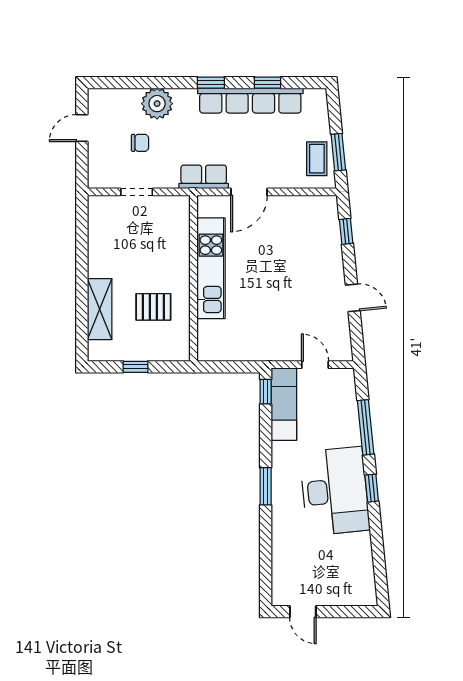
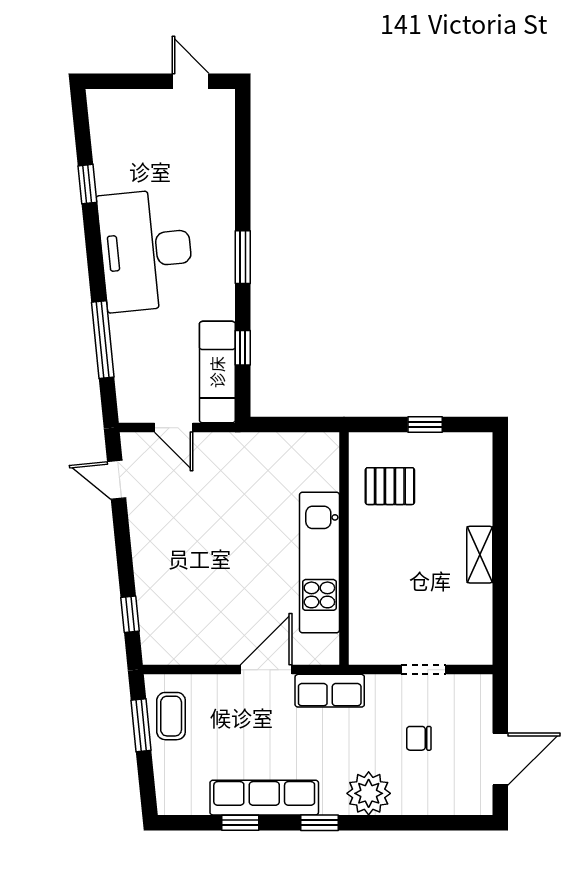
row of seats: (250, 101) -> (264, 798), width x0.73
plant: (157, 104) -> (369, 793), moved
door: (82, 128) -> (500, 759), width x1.37
door: (353, 298) -> (117, 480), moved
pallet: (153, 307) -> (390, 486), moved
shelving: (100, 309) -> (480, 555), moved, width x0.67, depth x0.75
window: (266, 392) -> (243, 348), moved
window: (372, 488) -> (87, 184), moved

